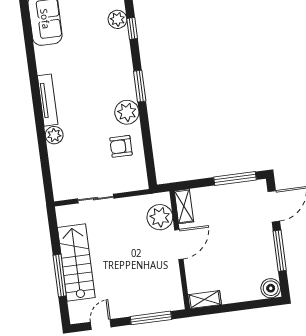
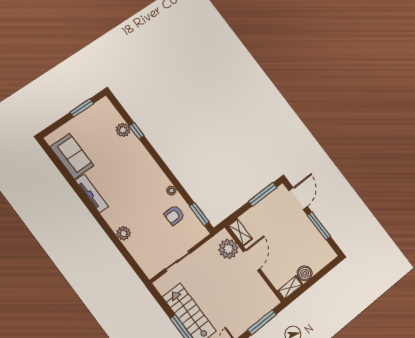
window: (140, 86) -> (199, 214), moved
tv unit: (48, 100) -> (92, 193), moved
plant: (127, 112) -> (171, 191), width x0.53, depth x0.53
boiler: (271, 288) -> (305, 273), moved

